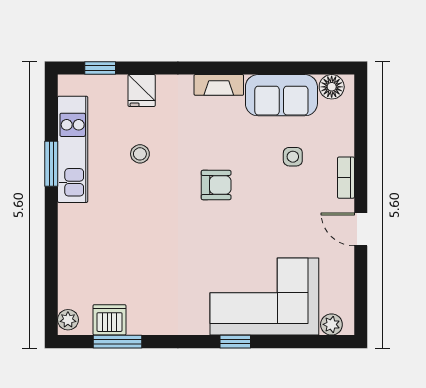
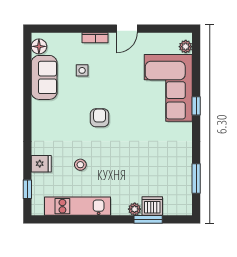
fireplace: (219, 85) -> (38, 116), removed
window: (51, 164) -> (148, 219), moved
plant: (68, 320) -> (135, 209), moved
dishwasher: (110, 320) -> (152, 206), moved, turned 90

